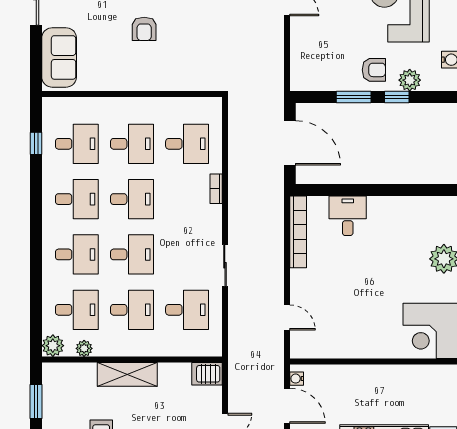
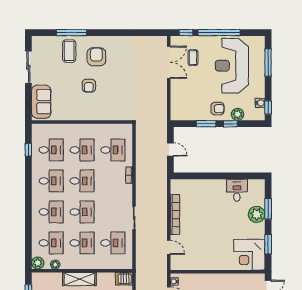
door: (290, 143) -> (170, 149), width x0.53
desk: (348, 216) -> (237, 190), moved
bookcase: (298, 232) -> (175, 214), moved

